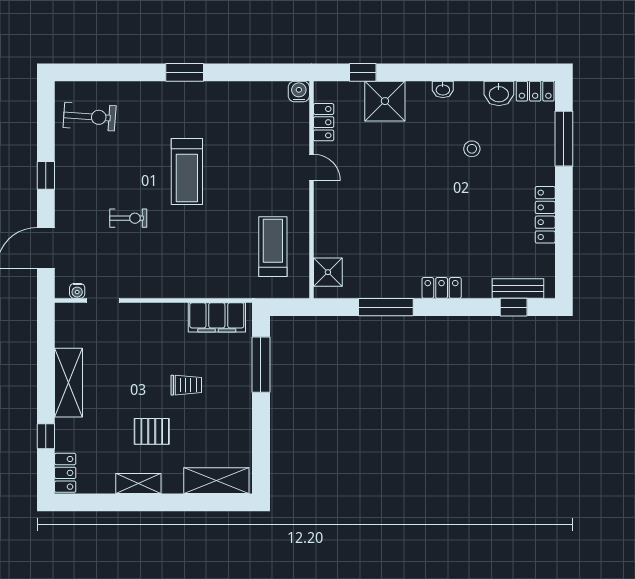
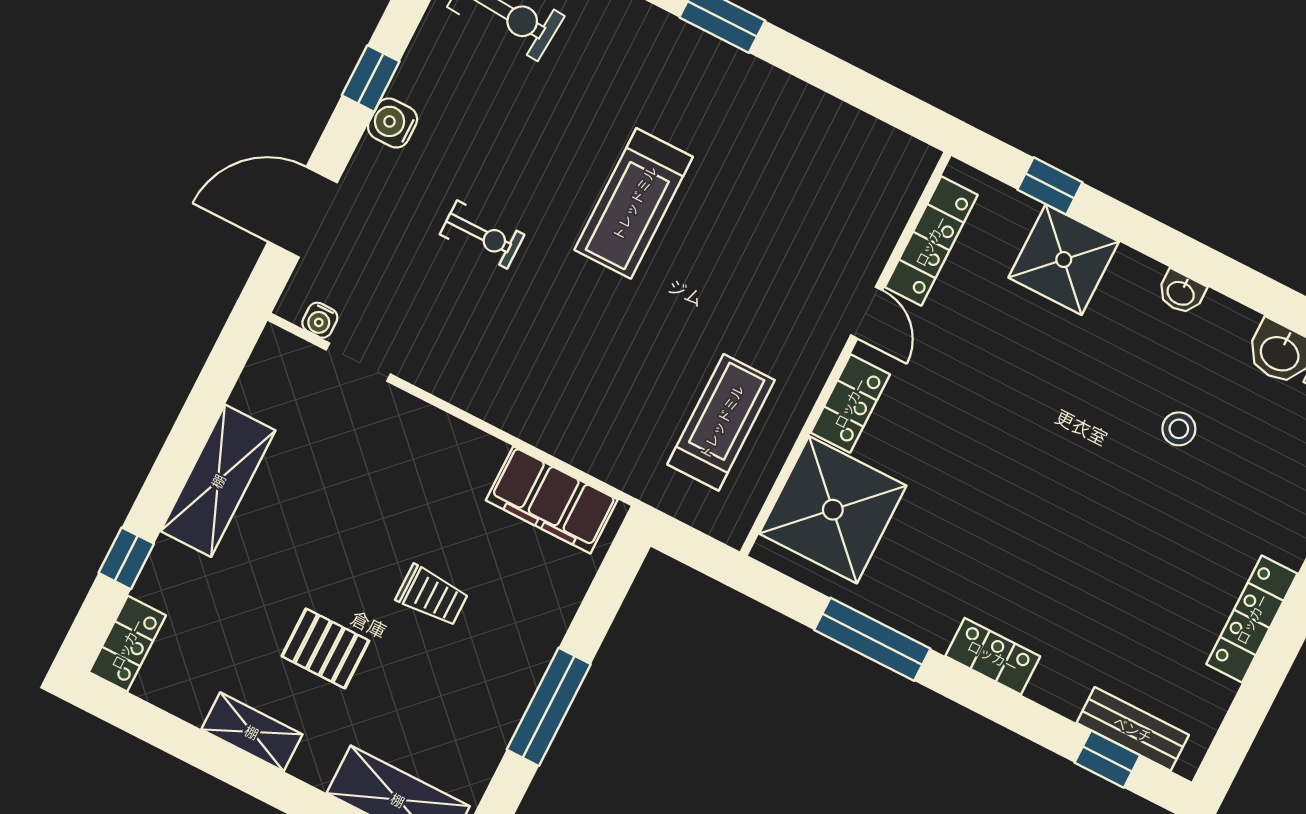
water cooler: (299, 92) -> (393, 123), moved, turned -90
locker: (324, 122) -> (931, 241), width x1.53
locker: (324, 210) -> (850, 403), added
shower: (328, 272) -> (833, 510), width x1.86, depth x1.86
window: (261, 365) -> (549, 707), moved

